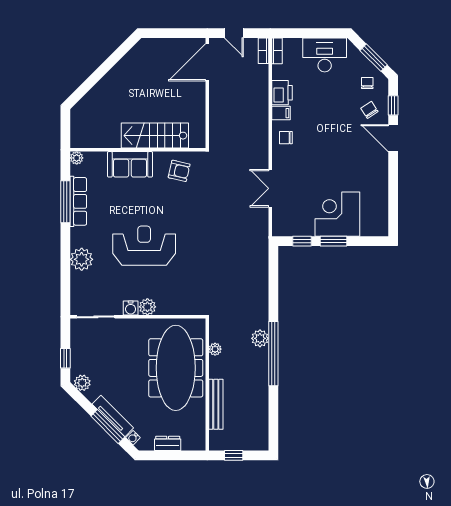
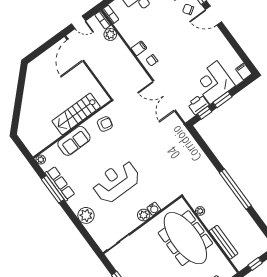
printer: (282, 93) -> (198, 104), moved, turned -90
double door: (270, 188) -> (164, 96), width x1.37
filing cabinet: (381, 227) -> (244, 71), added
water cooler: (131, 308) -> (154, 209), moved
plant: (260, 338) -> (110, 34), moved

